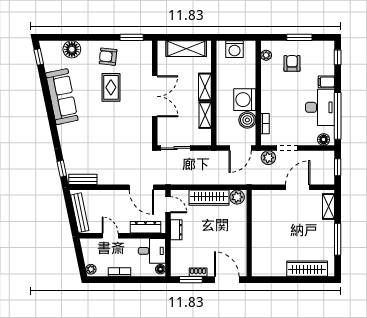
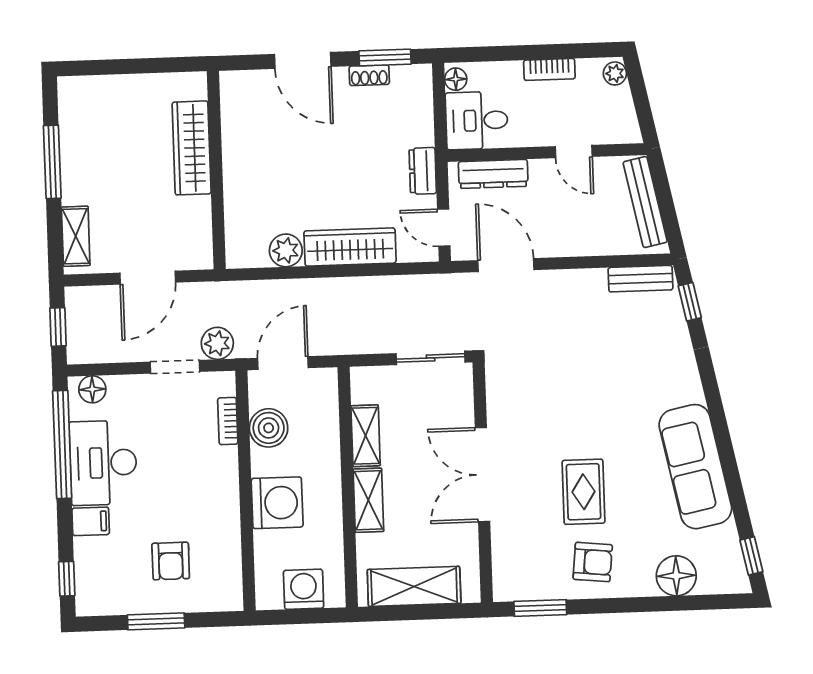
plant: (266, 55) -> (231, 578), removed
washing machine: (245, 100) -> (277, 503), moved
wall: (249, 233) -> (216, 170), moved
wardrobe: (307, 269) -> (192, 148), moved, turned 90

